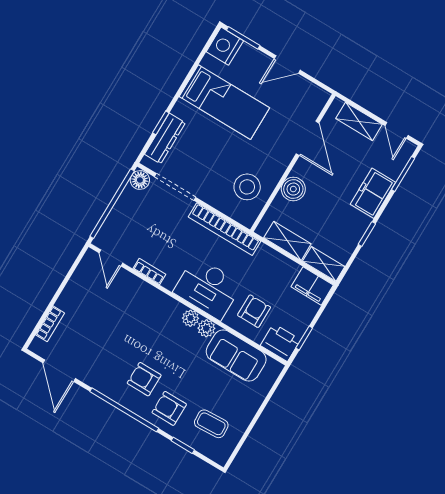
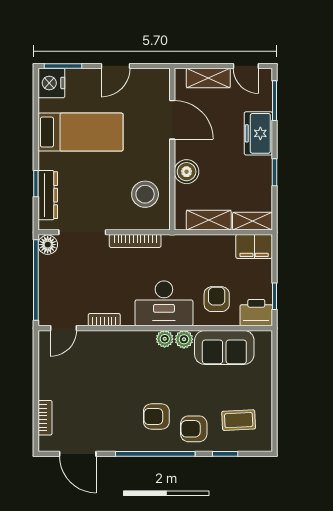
bookcase: (224, 229) -> (135, 241), width x0.68, depth x0.76
door: (111, 258) -> (63, 328), hinge flipped

